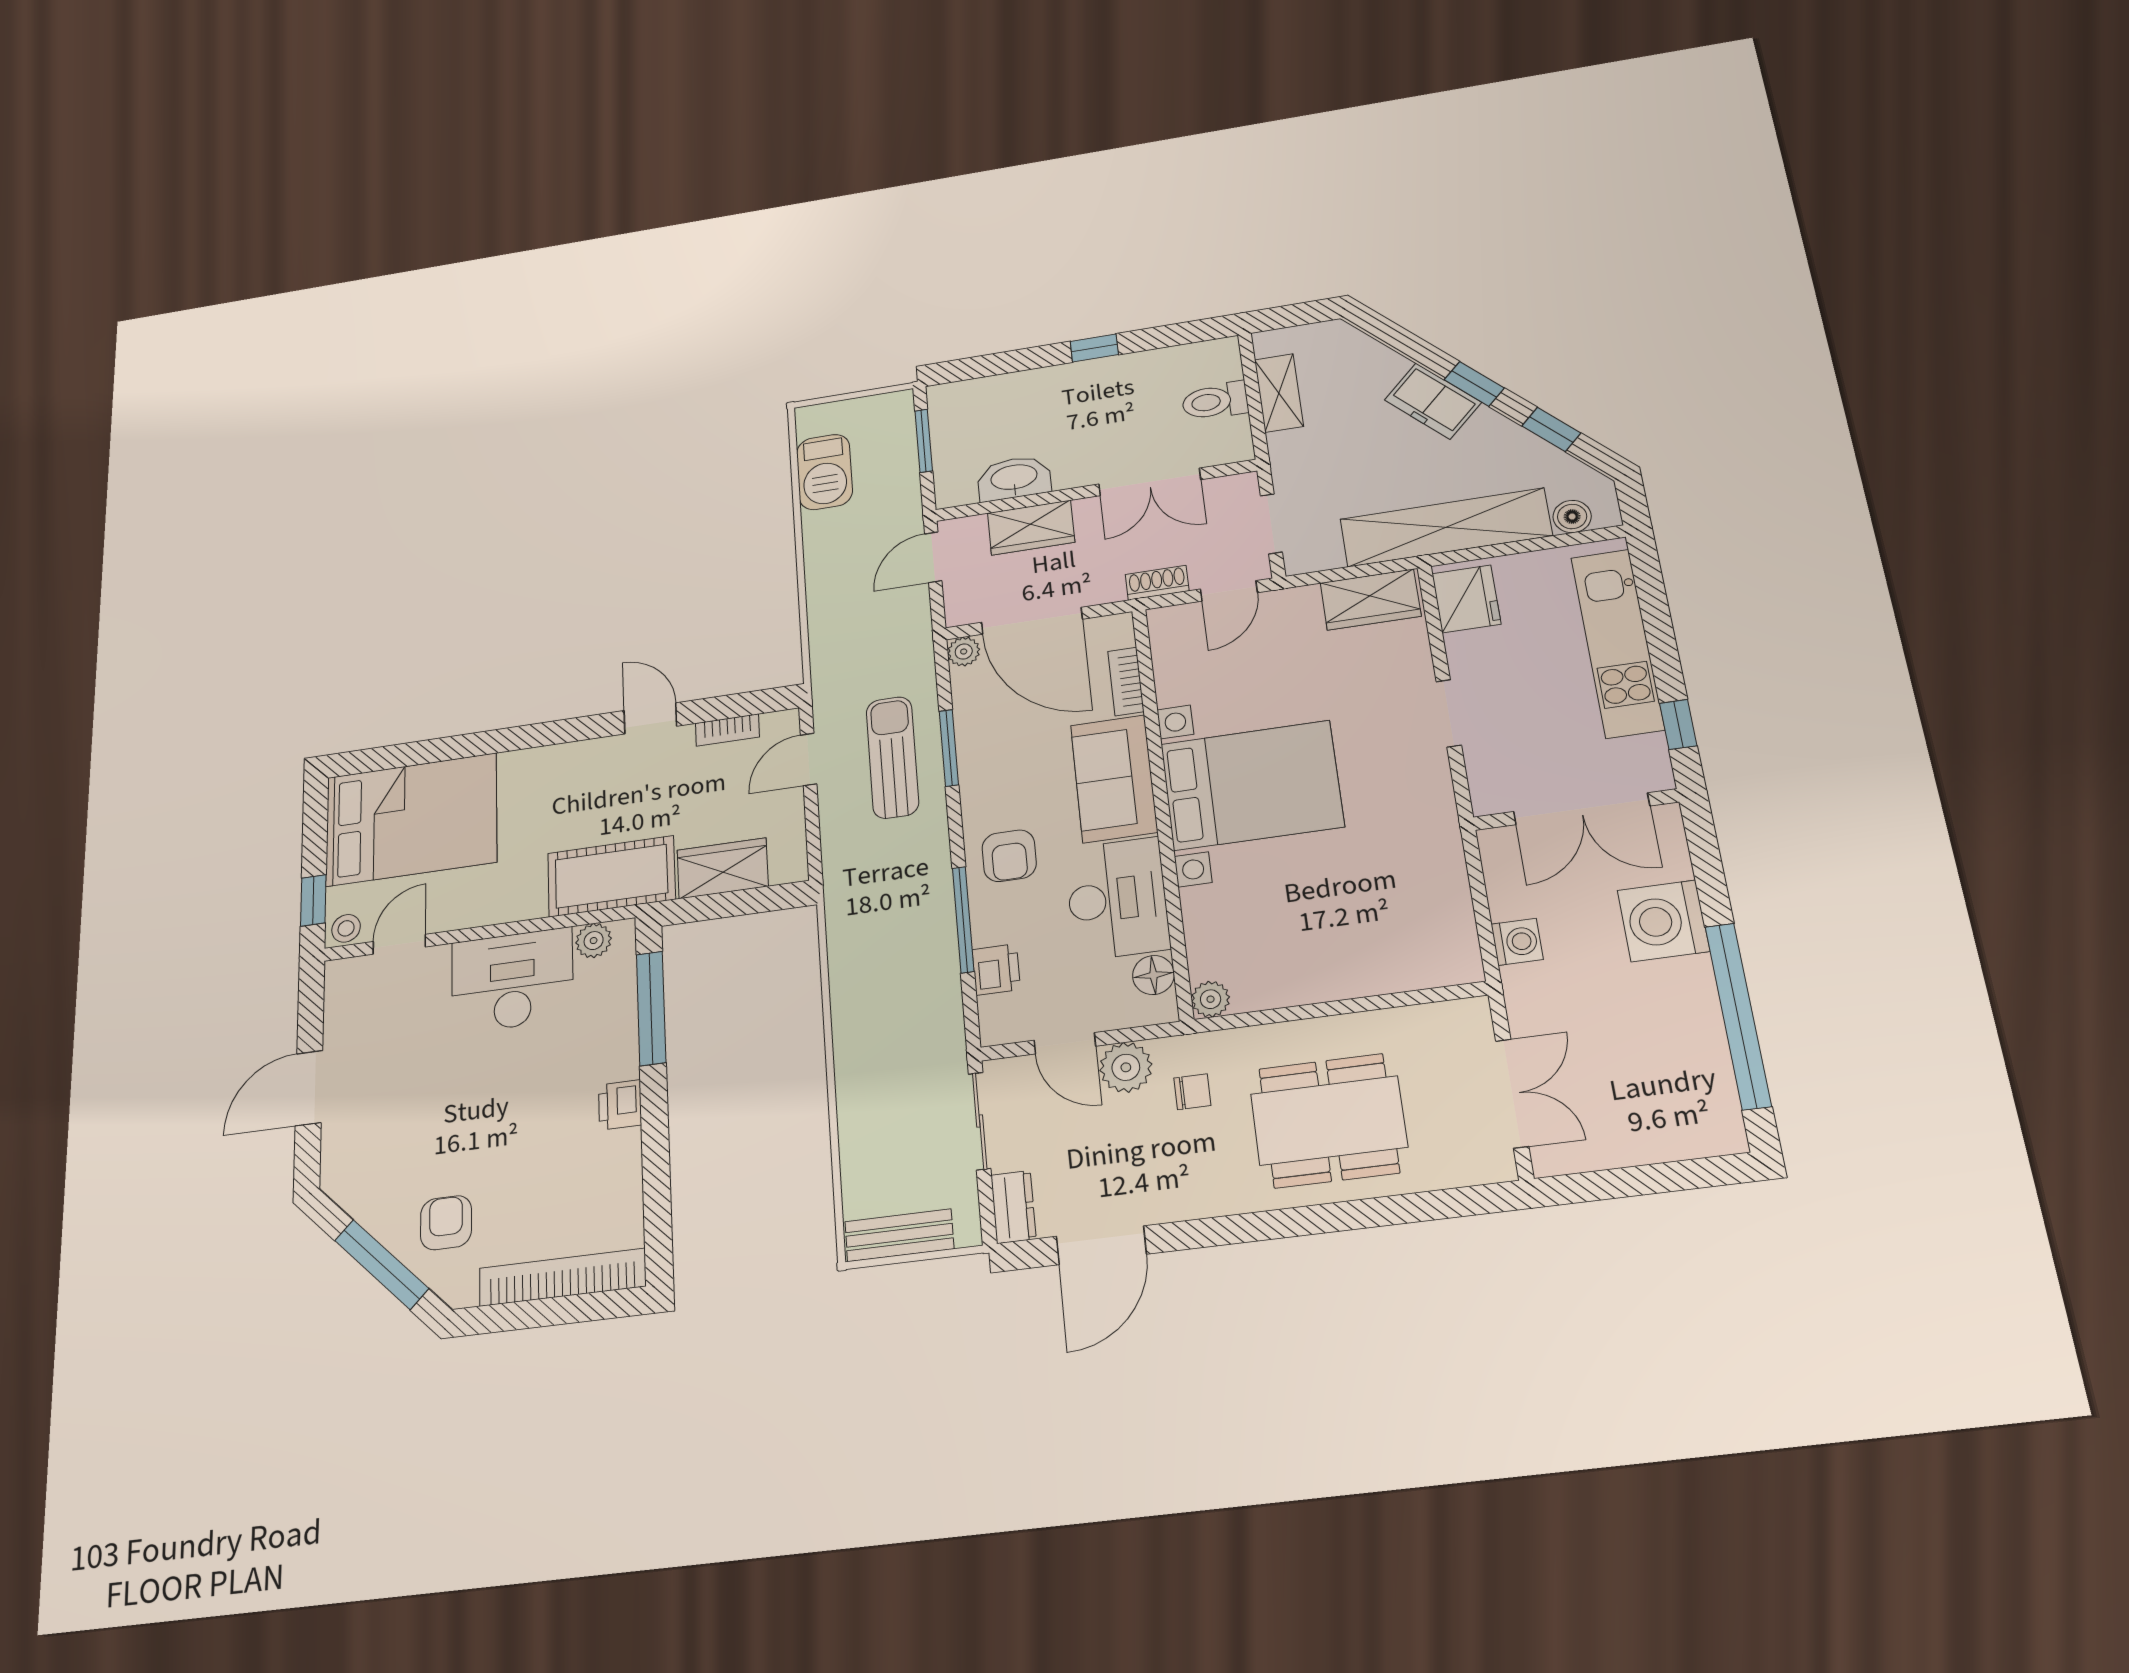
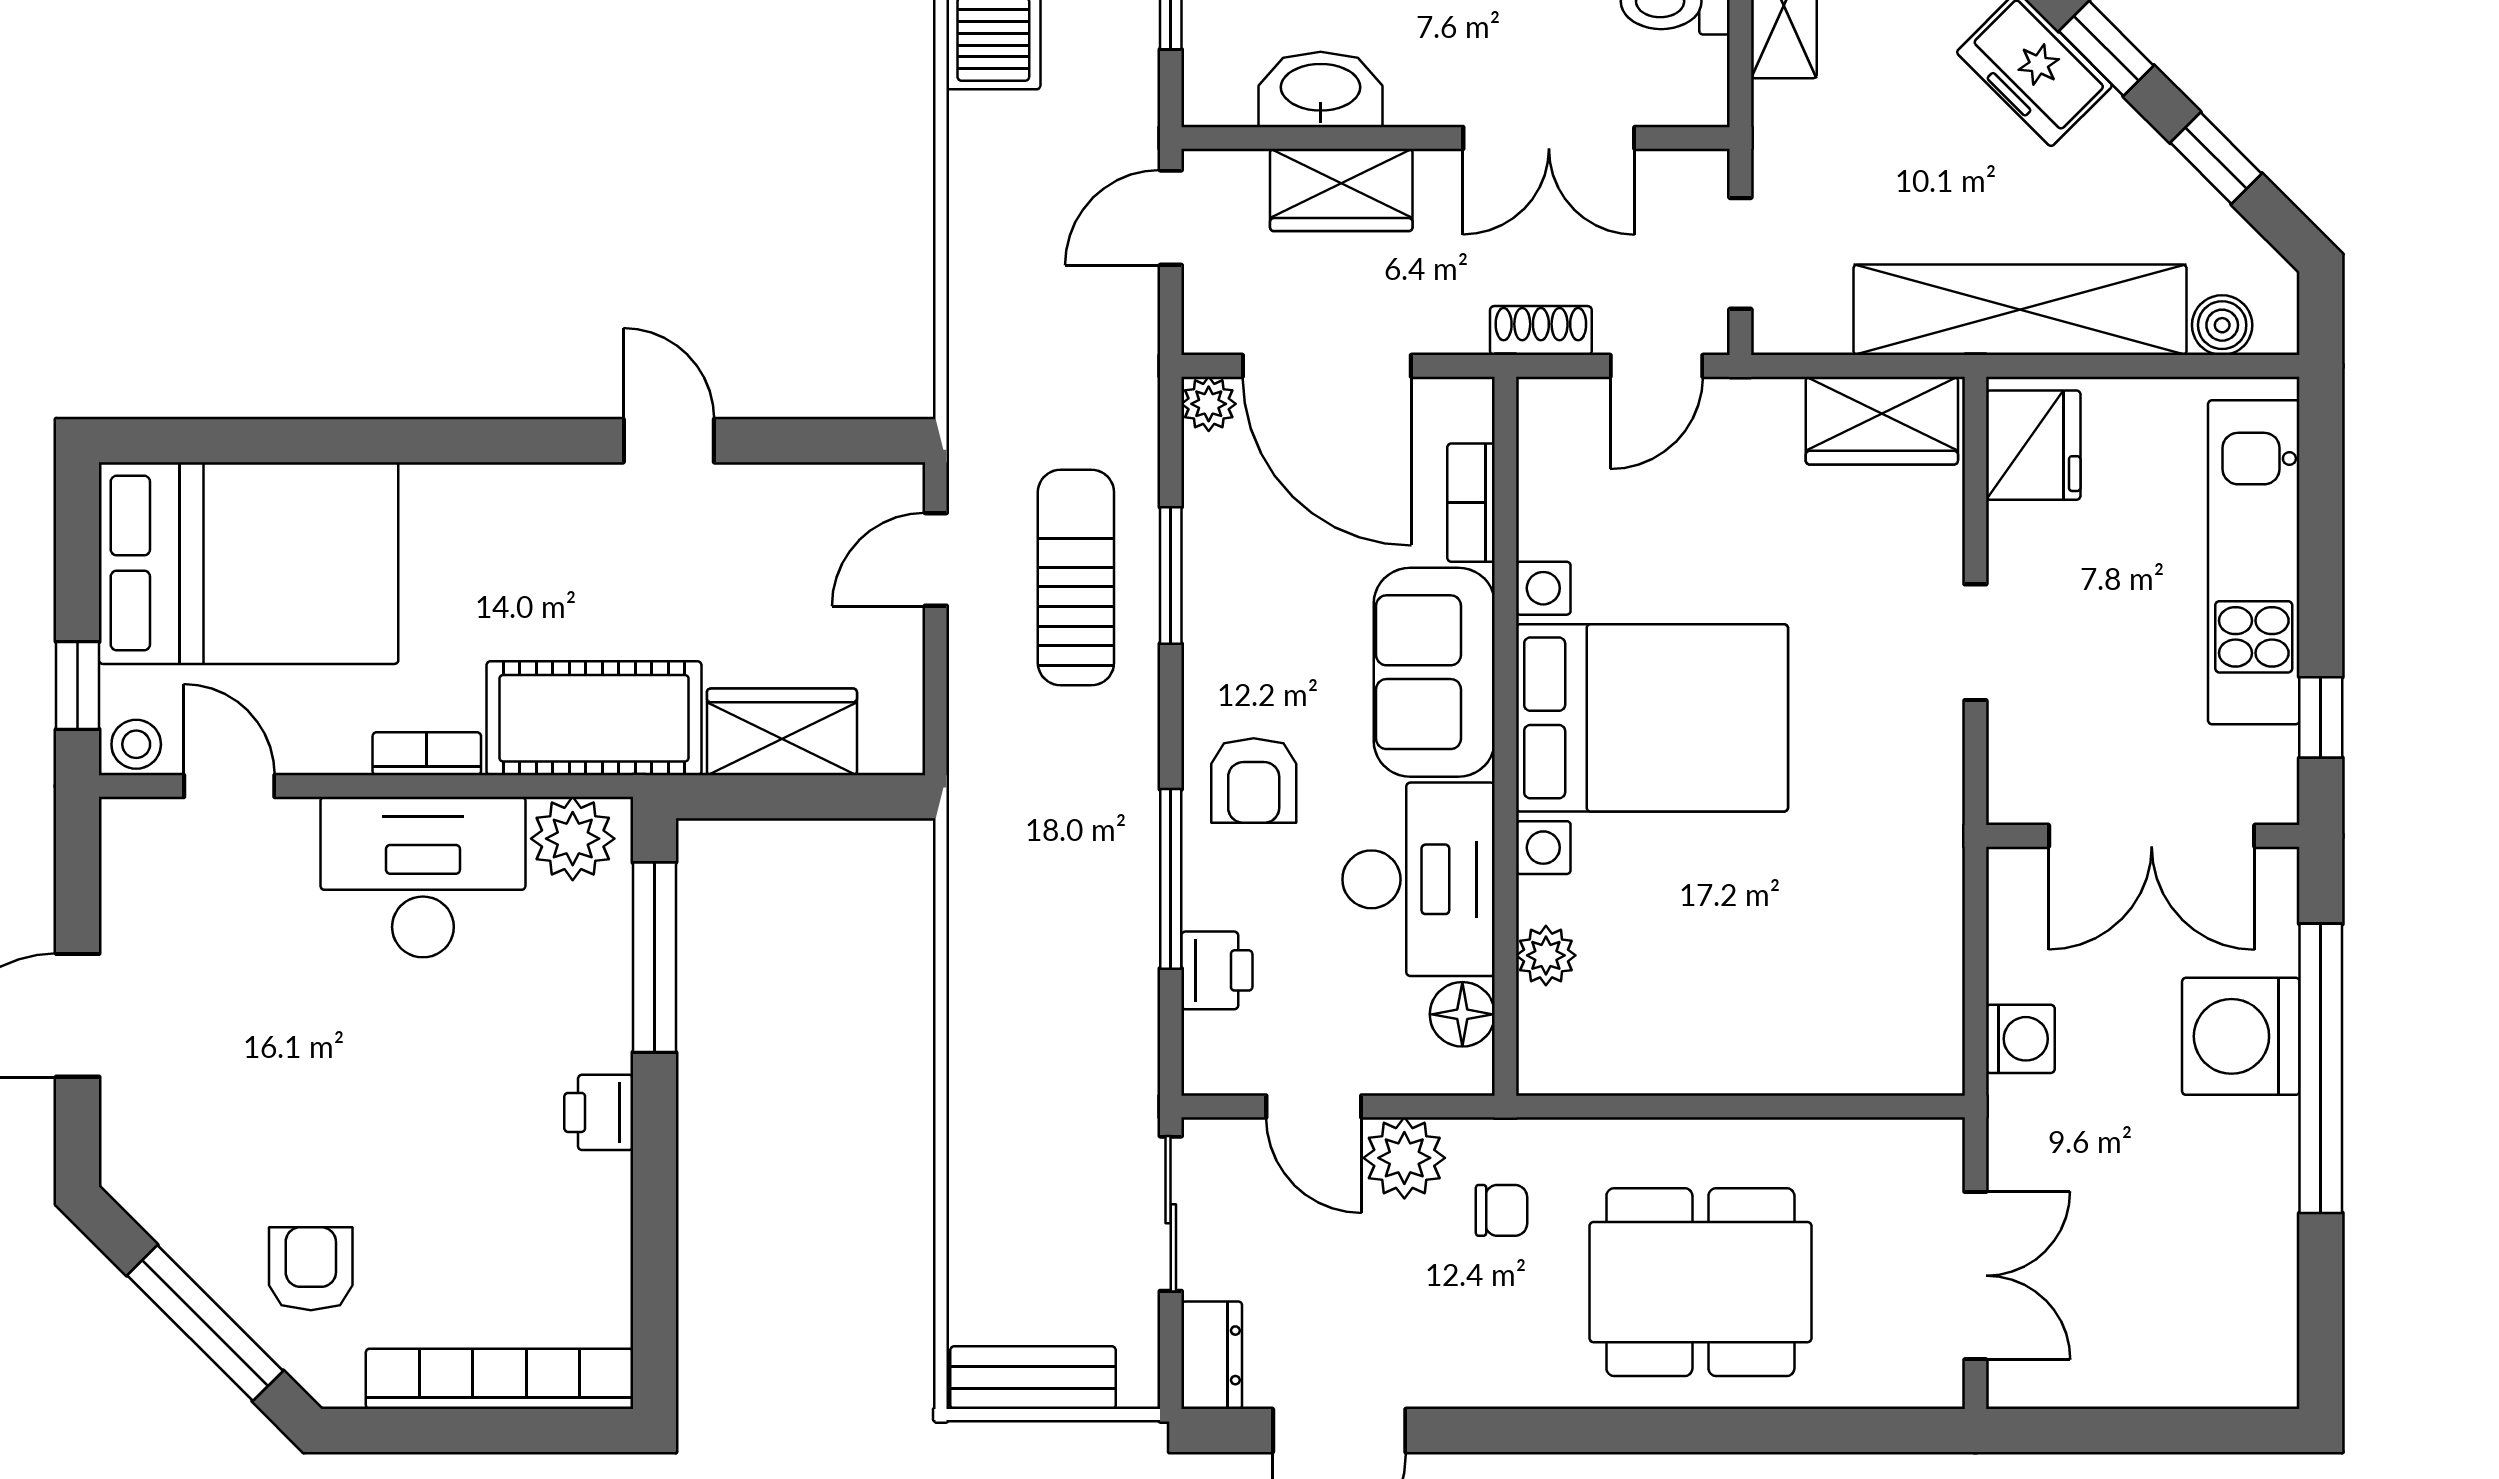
bookcase: (727, 730) -> (427, 754), moved, turned 180
plant: (594, 941) -> (573, 839), width x1.38, depth x1.38
door: (399, 944) -> (229, 786), hinge flipped
plant: (1211, 999) -> (1546, 955), moved
window: (1738, 1016) -> (2321, 1068), moved

